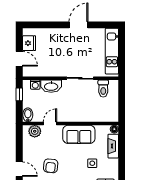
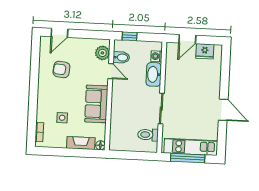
window: (122, 53) -> (188, 158), added
window: (19, 94) -> (130, 36), moved
bidet: (28, 115) -> (121, 57), moved

